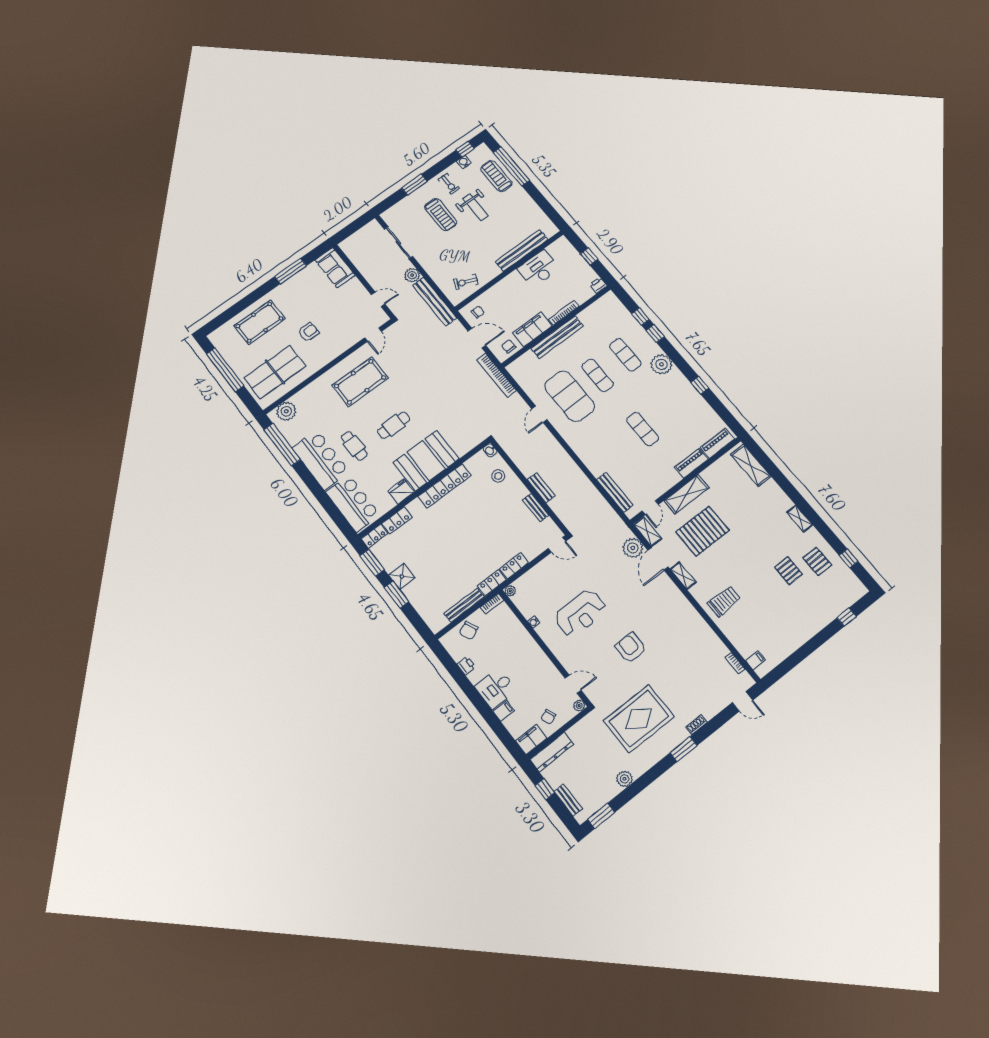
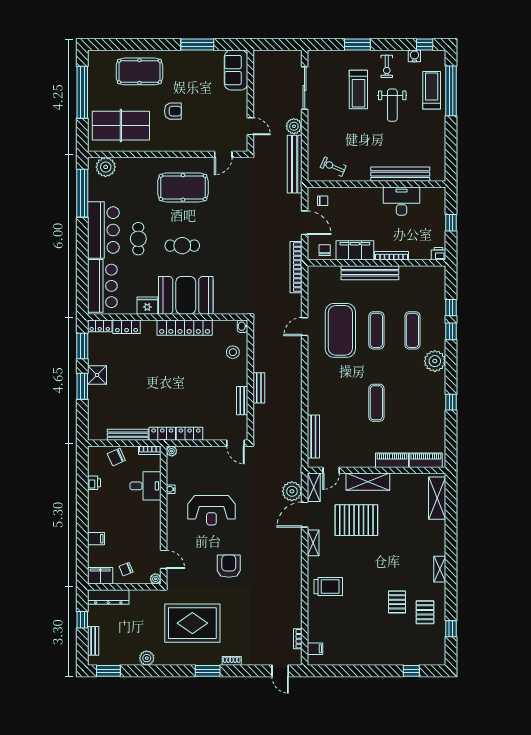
desk: (496, 688) -> (145, 486), moved, turned 180

